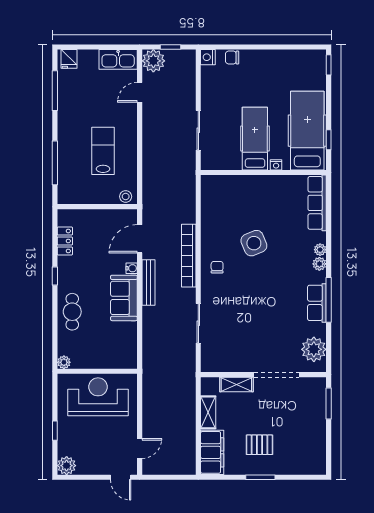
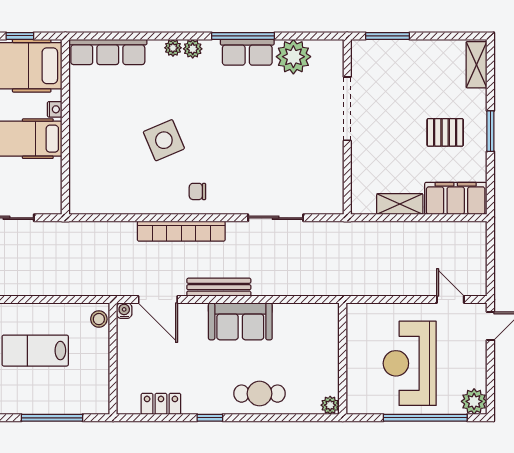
water cooler: (132, 268) -> (124, 311), moved
plant: (314, 349) -> (293, 57), moved
shelving: (236, 384) -> (477, 65), moved
reception desk: (98, 397) -> (410, 363), moved
window: (55, 431) -> (425, 418), width x3.17
pallet: (259, 445) -> (445, 132), turned 90

